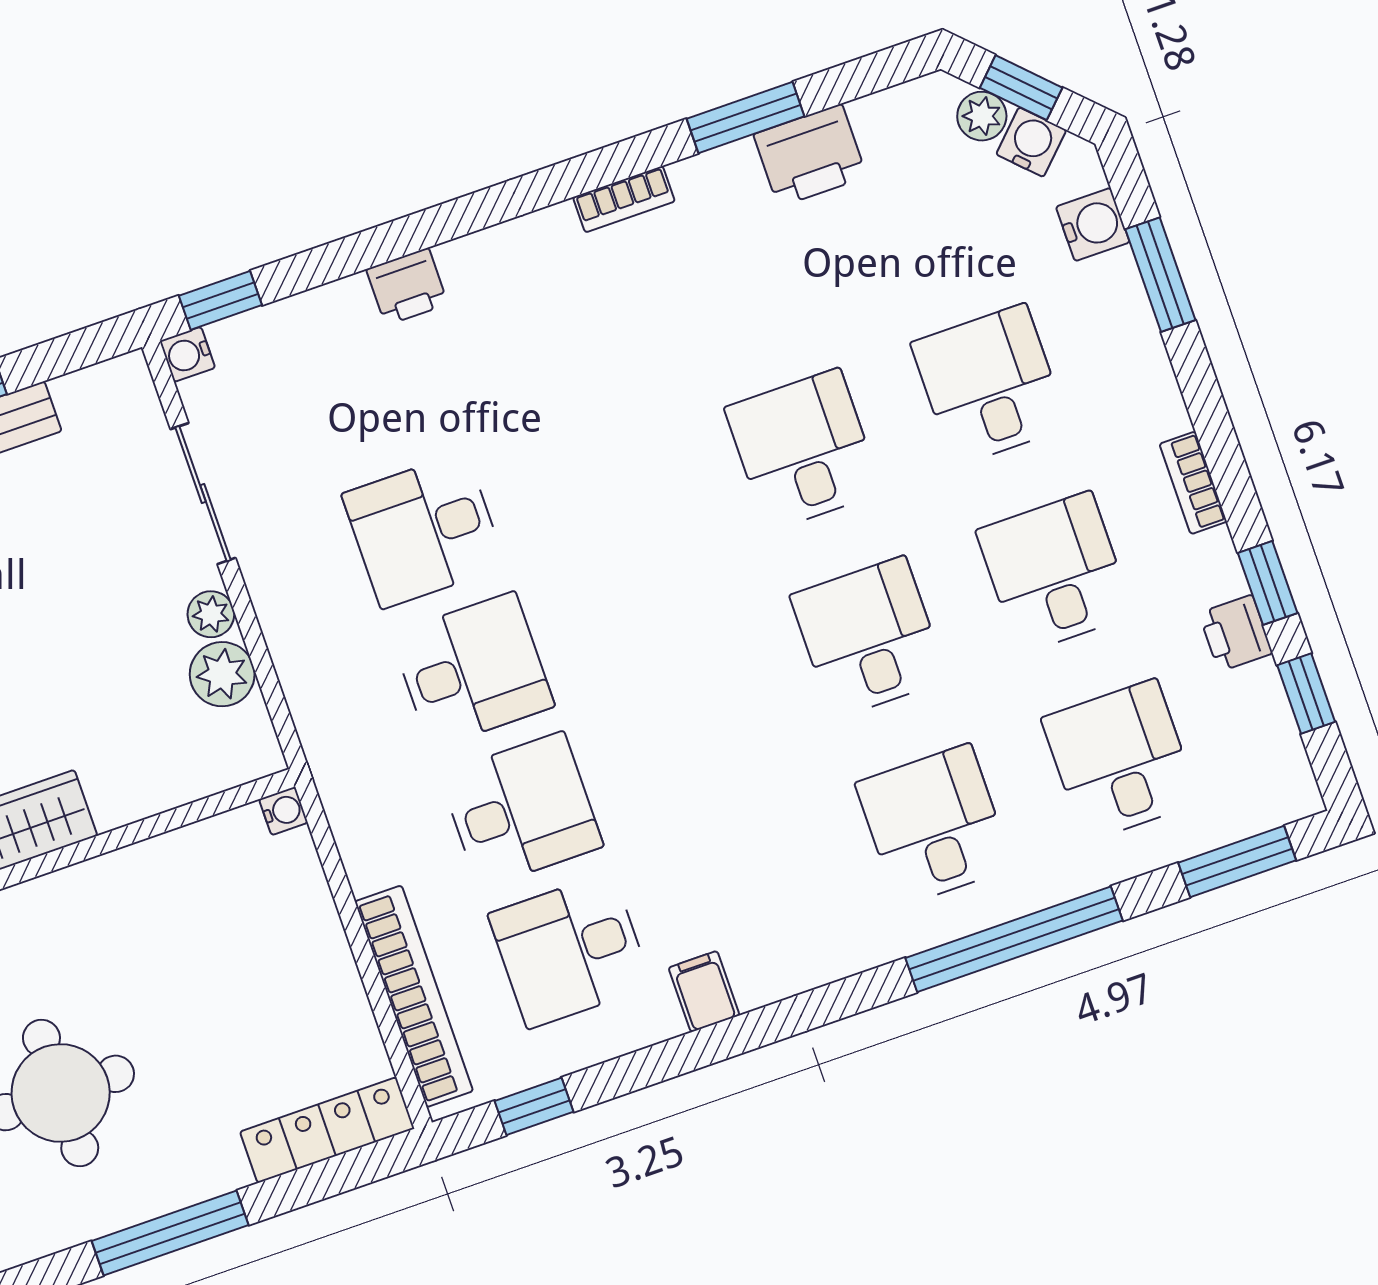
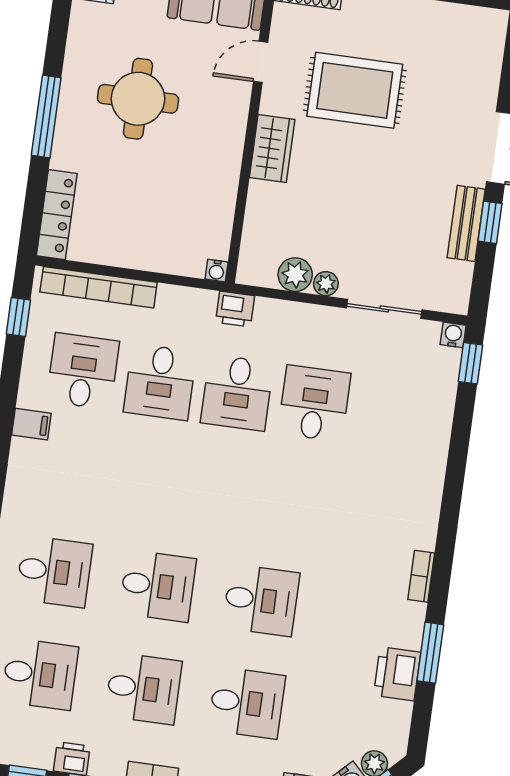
printer: (407, 287) -> (235, 309), moved, turned -90

